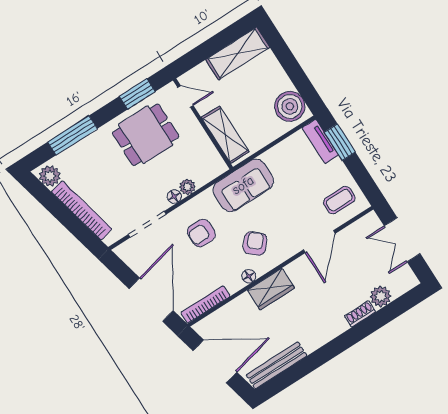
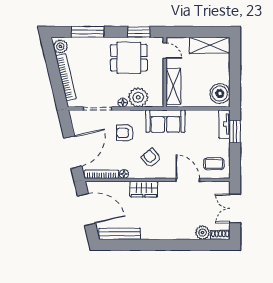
plant: (187, 187) -> (138, 97), width x1.88, depth x1.88
door: (319, 242) -> (188, 180), swing flipped
armchair: (255, 244) -> (151, 158), turned -81
floor lamp: (249, 276) -> (124, 174), moved
shoe rack: (360, 314) -> (220, 235), moved

